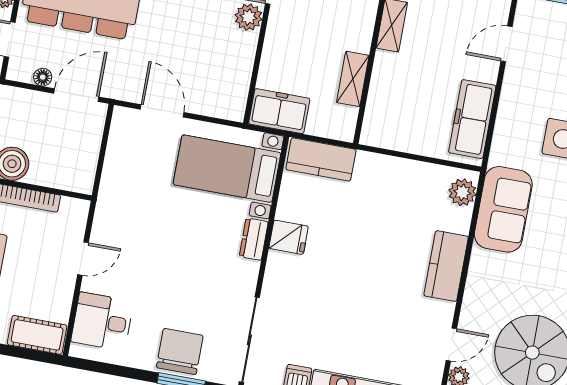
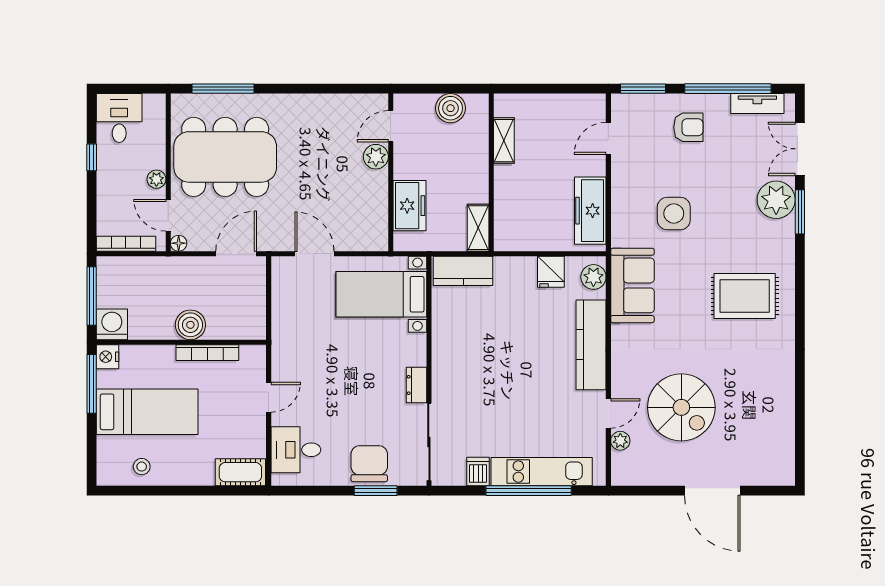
floor lamp: (43, 77) -> (179, 243), moved
shelving: (353, 79) -> (478, 228), moved
freezer: (279, 111) -> (409, 206), moved, turned 90
fridge: (289, 237) -> (551, 272), moved, turned 90
dresser: (254, 239) -> (416, 385), moved
kitchen counter: (446, 266) -> (591, 345), width x1.50

